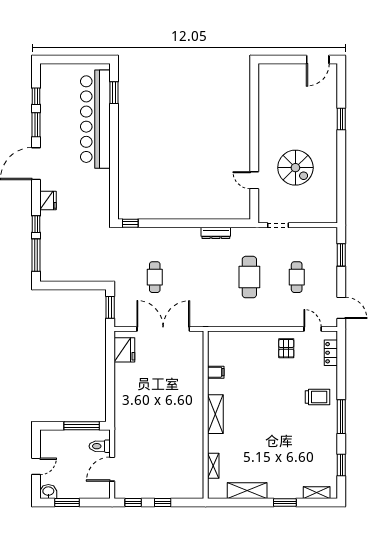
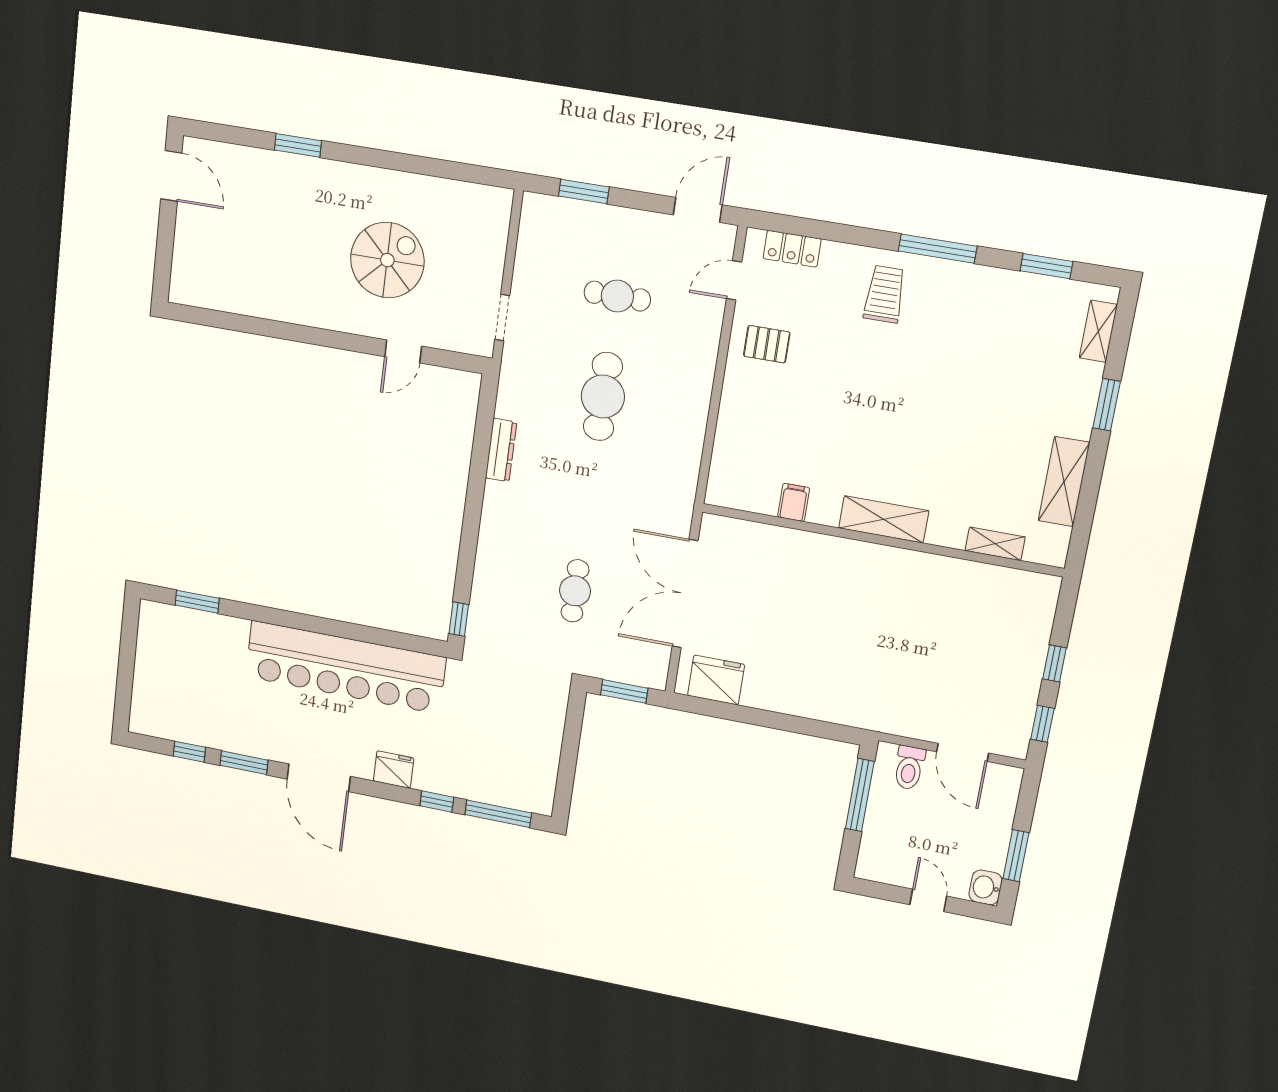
bar counter: (95, 119) -> (345, 667), moved
cafe table: (155, 277) -> (575, 591), turned 90
cafe table: (249, 277) -> (603, 397), turned 90

